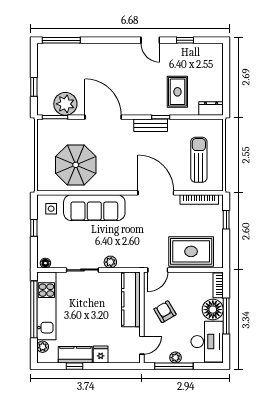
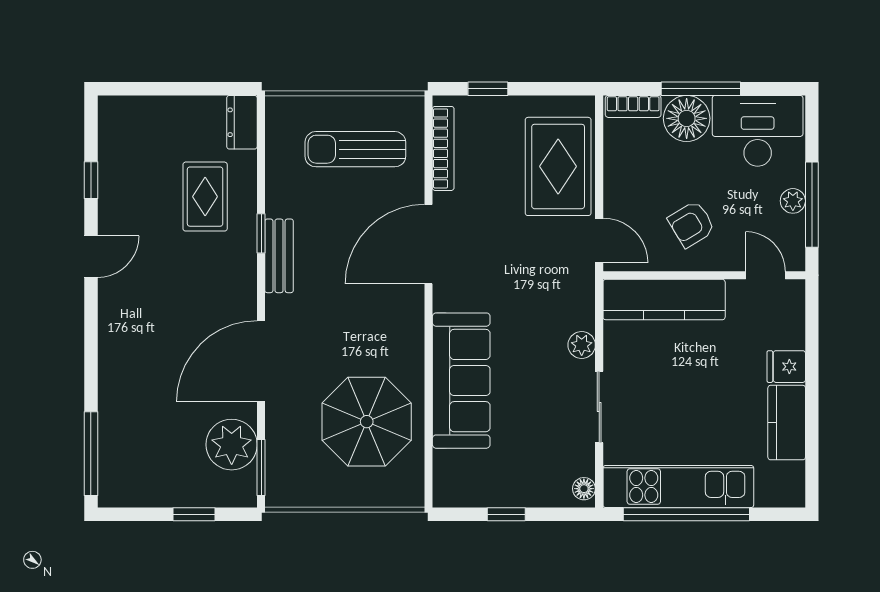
rug: (177, 92) -> (205, 197), turned 90
side table: (51, 209) -> (464, 476), removed
plant: (43, 347) -> (769, 495), removed
window: (75, 366) -> (812, 424), removed

